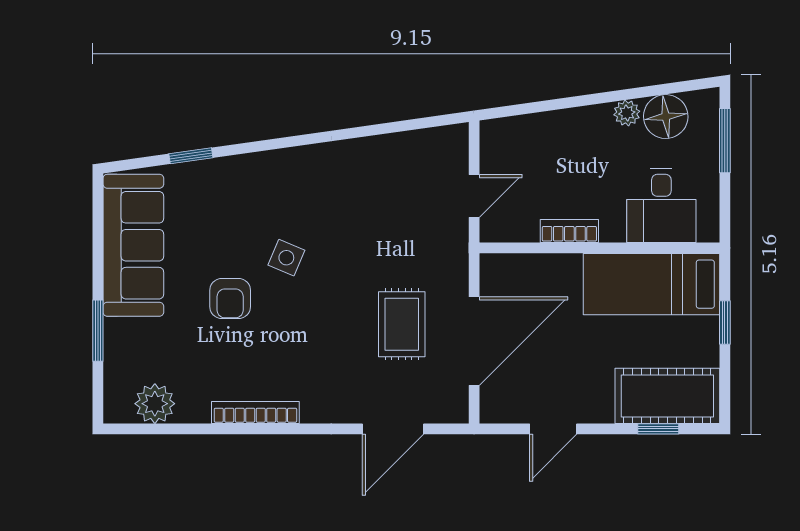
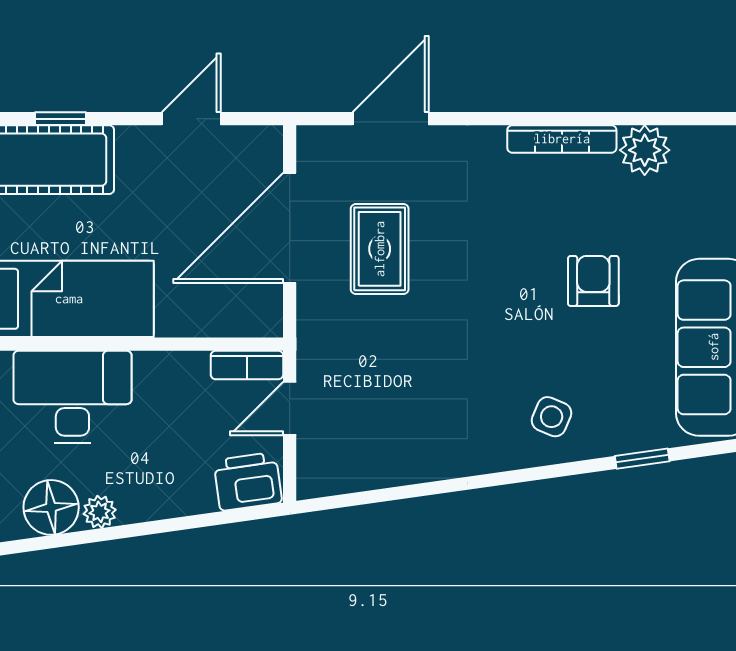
printer: (508, 137) -> (248, 481), added
desk: (661, 205) -> (72, 397), width x1.37
bookcase: (569, 231) -> (247, 365), moved
side table: (286, 258) -> (552, 417), moved
plant: (155, 404) -> (645, 150), moved

